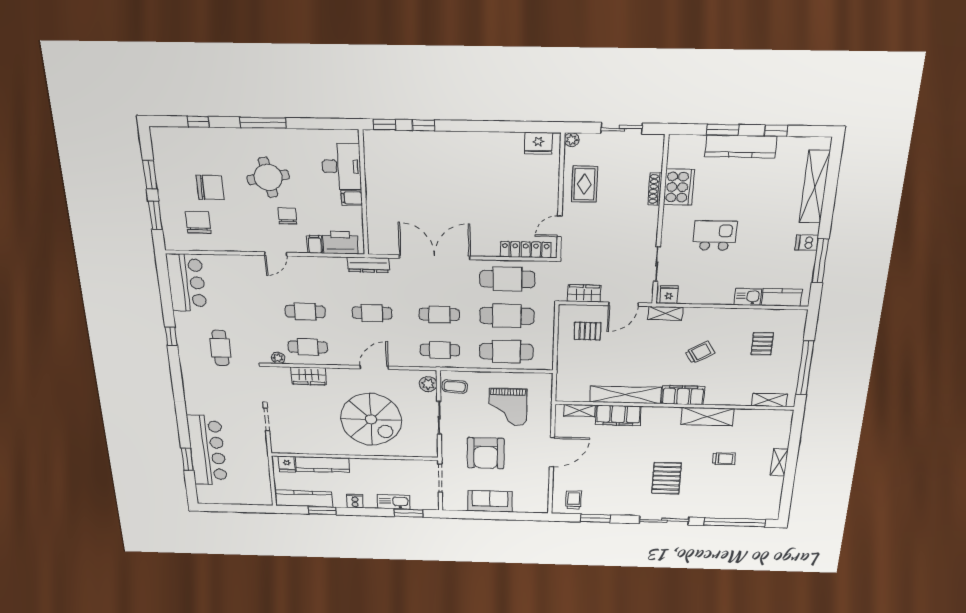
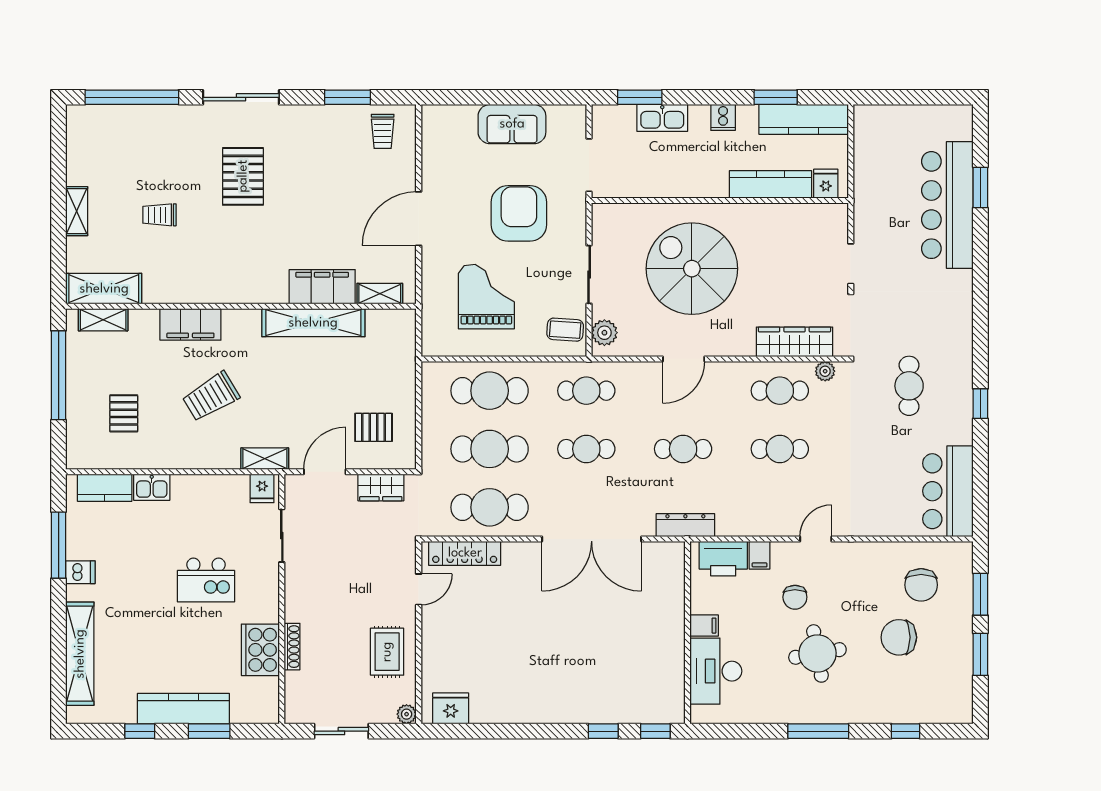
trolley: (700, 352) -> (211, 397), width x1.36, depth x1.39
wardrobe: (309, 376) -> (794, 342), width x1.50
filing cabinet: (683, 395) -> (190, 324), moved
shelving: (707, 417) -> (104, 289), moved

